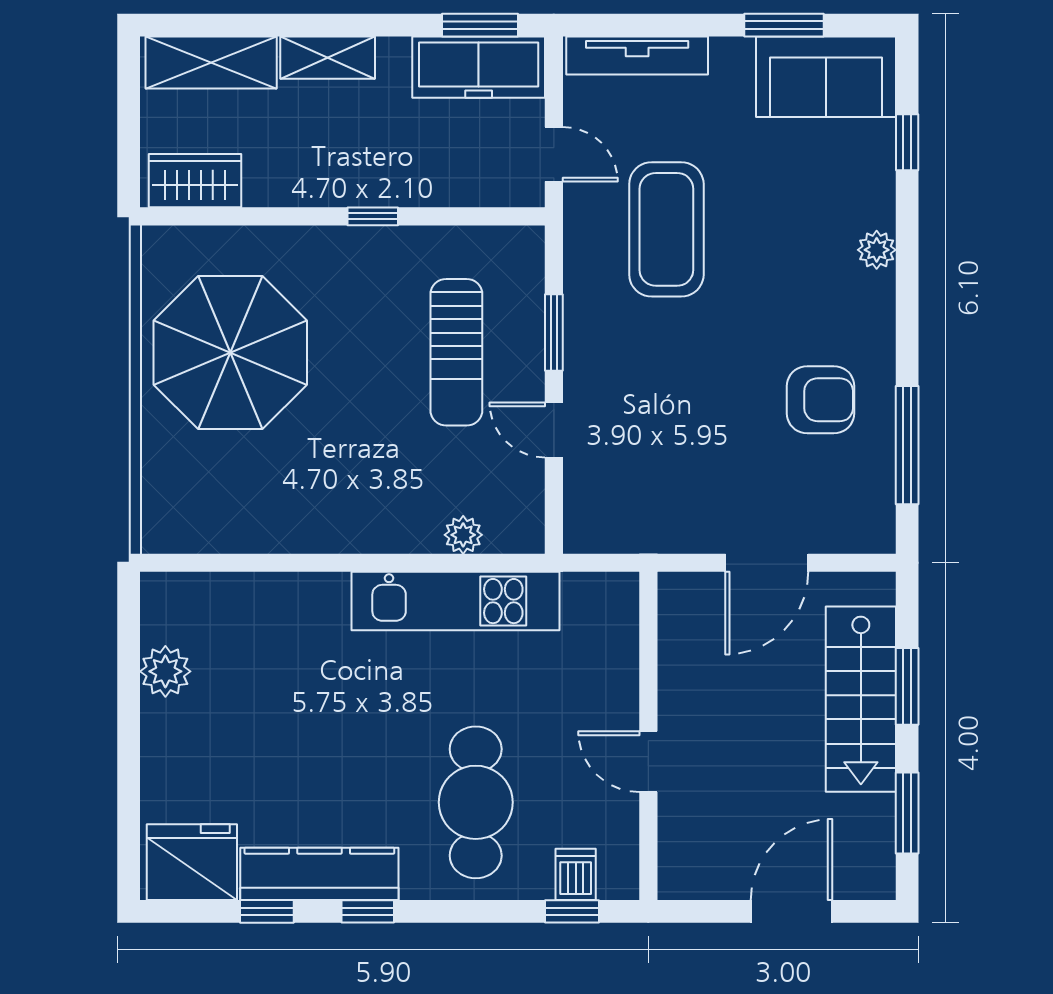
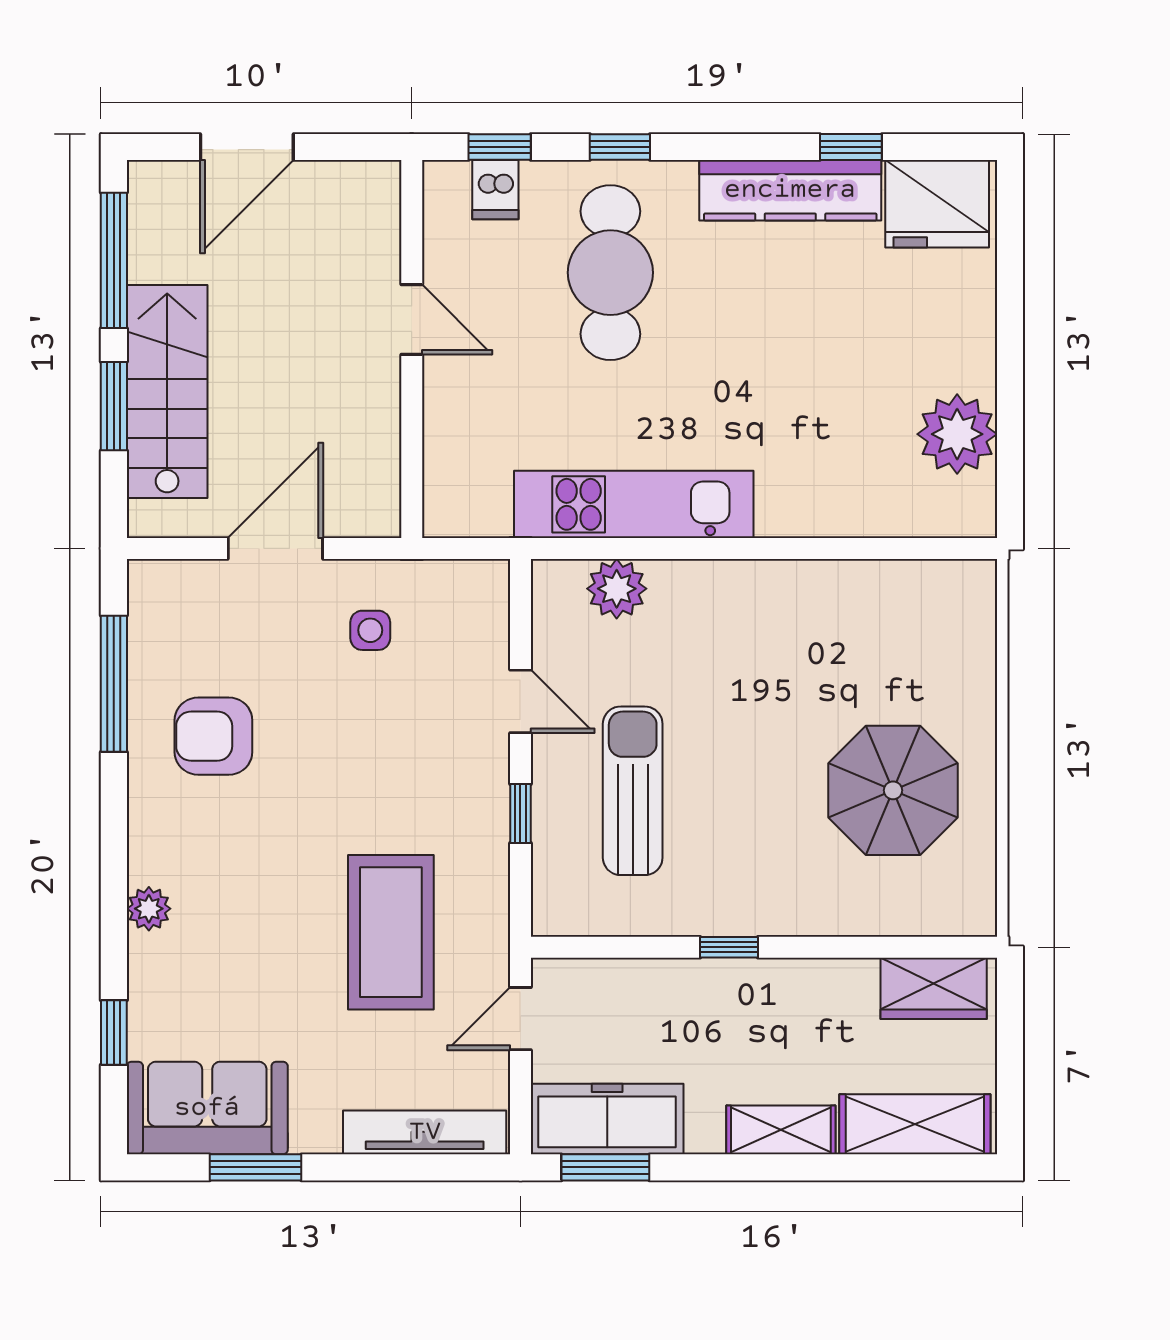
door: (554, 154) -> (520, 1019), hinge flipped
window: (554, 332) -> (520, 814), width x0.67
parasol: (230, 353) -> (893, 790), width x0.73, depth x0.73
side table: (684, 492) -> (370, 630), added
plant: (463, 535) -> (617, 589), width x1.38, depth x1.38
plant: (165, 671) -> (957, 434), width x1.36, depth x1.36
window: (907, 813) -> (114, 260), width x1.44
window: (368, 911) -> (620, 147), moved

